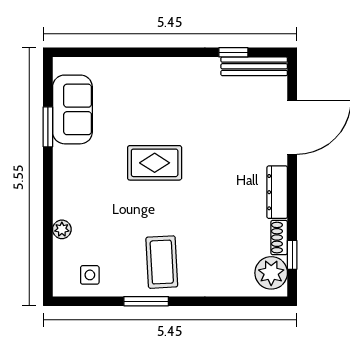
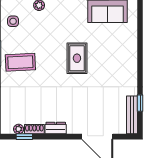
dresser: (277, 192) -> (56, 128), width x0.70
plant: (271, 273) -> (19, 129), width x0.53, depth x0.53

